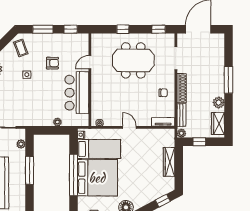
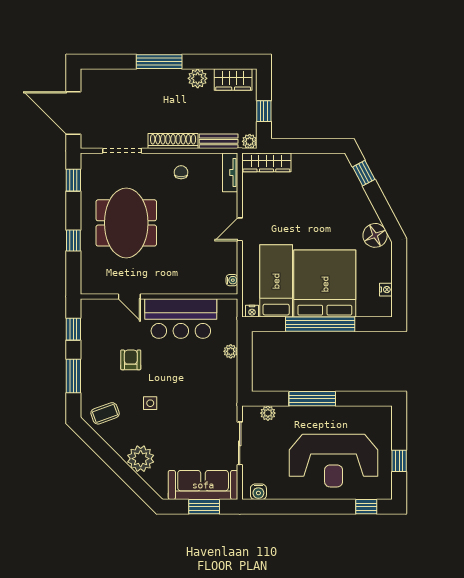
wardrobe: (169, 162) -> (266, 162), moved

